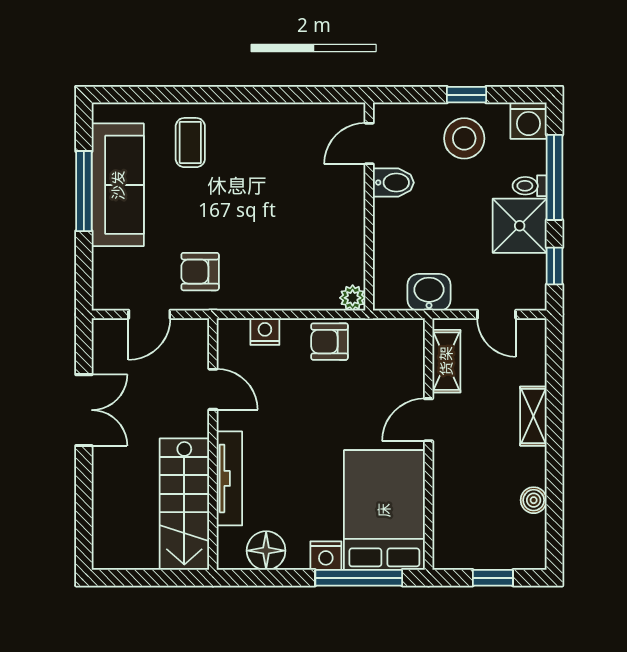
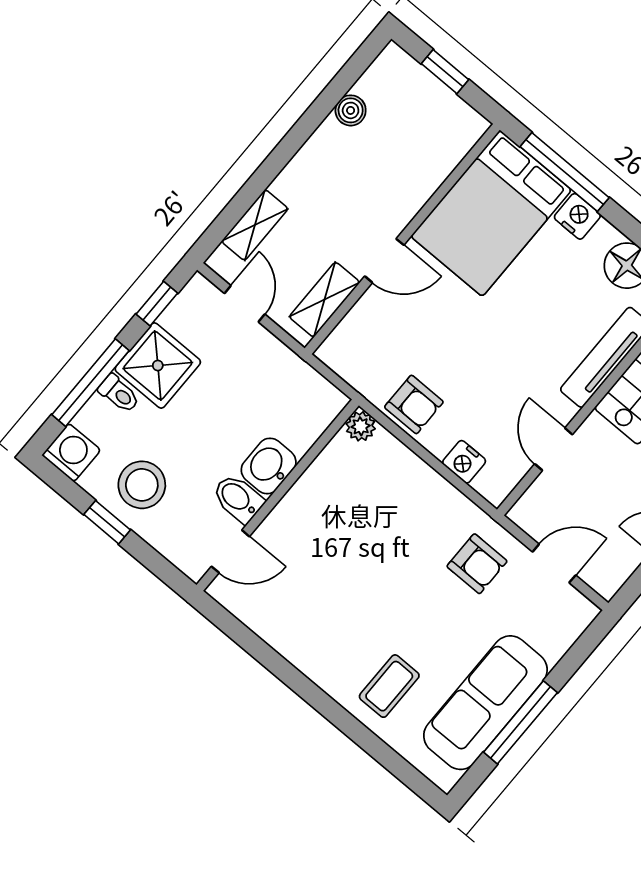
washbasin: (429, 292) -> (269, 466), moved, turned 90
shelving: (533, 416) -> (255, 225), moved

